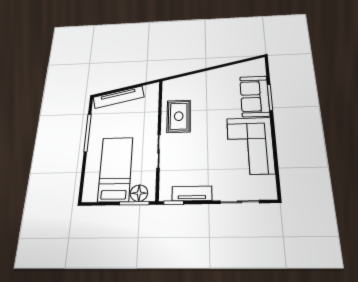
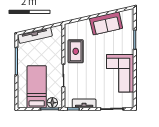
sofa: (255, 96) -> (106, 23), moved, turned -103

